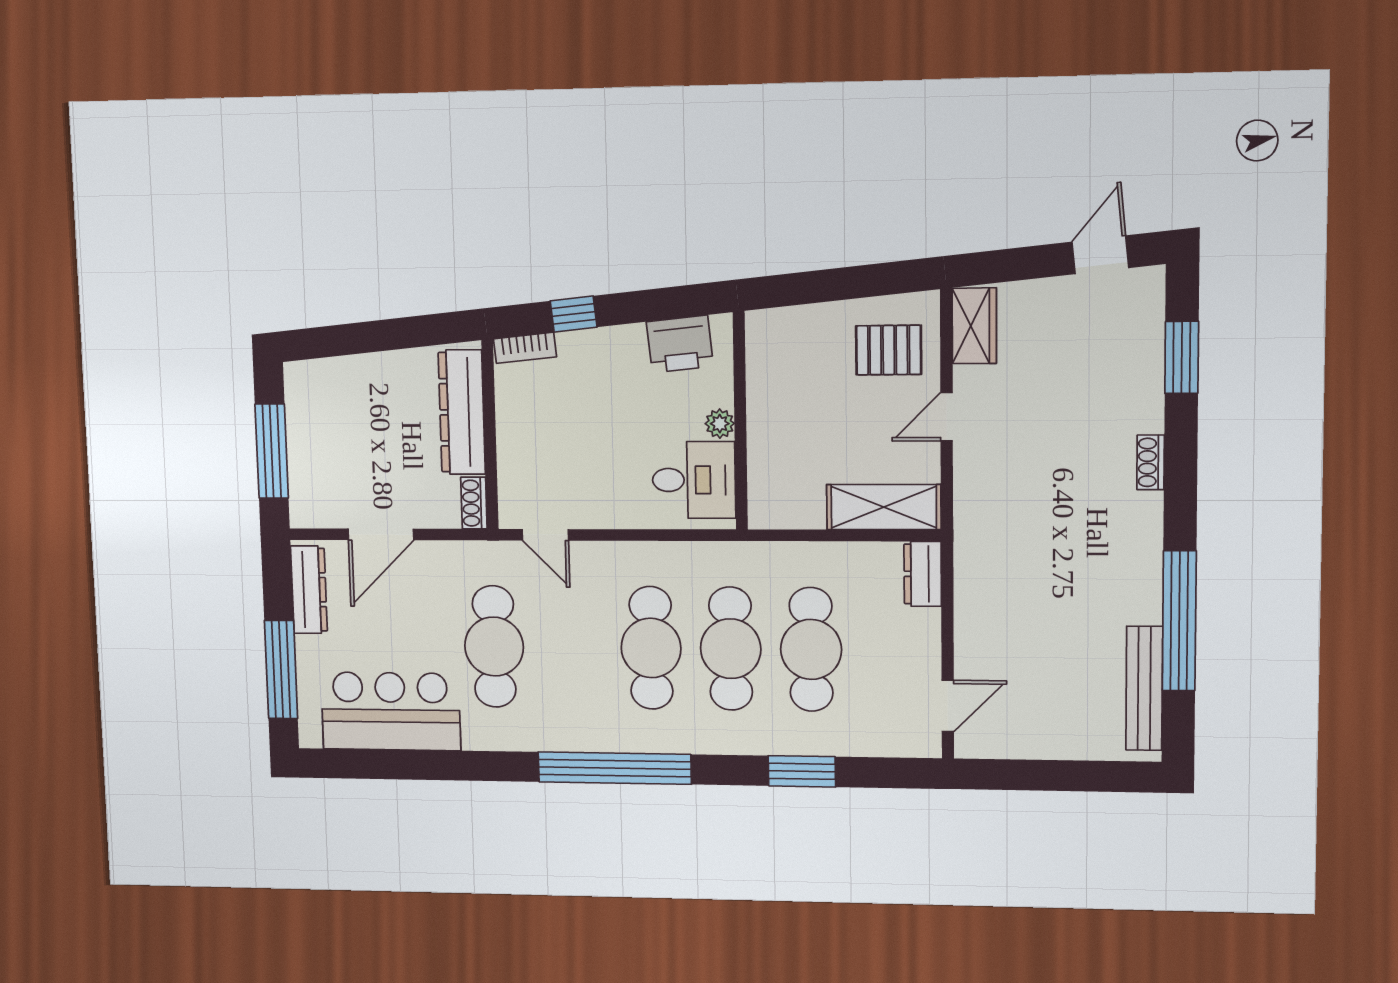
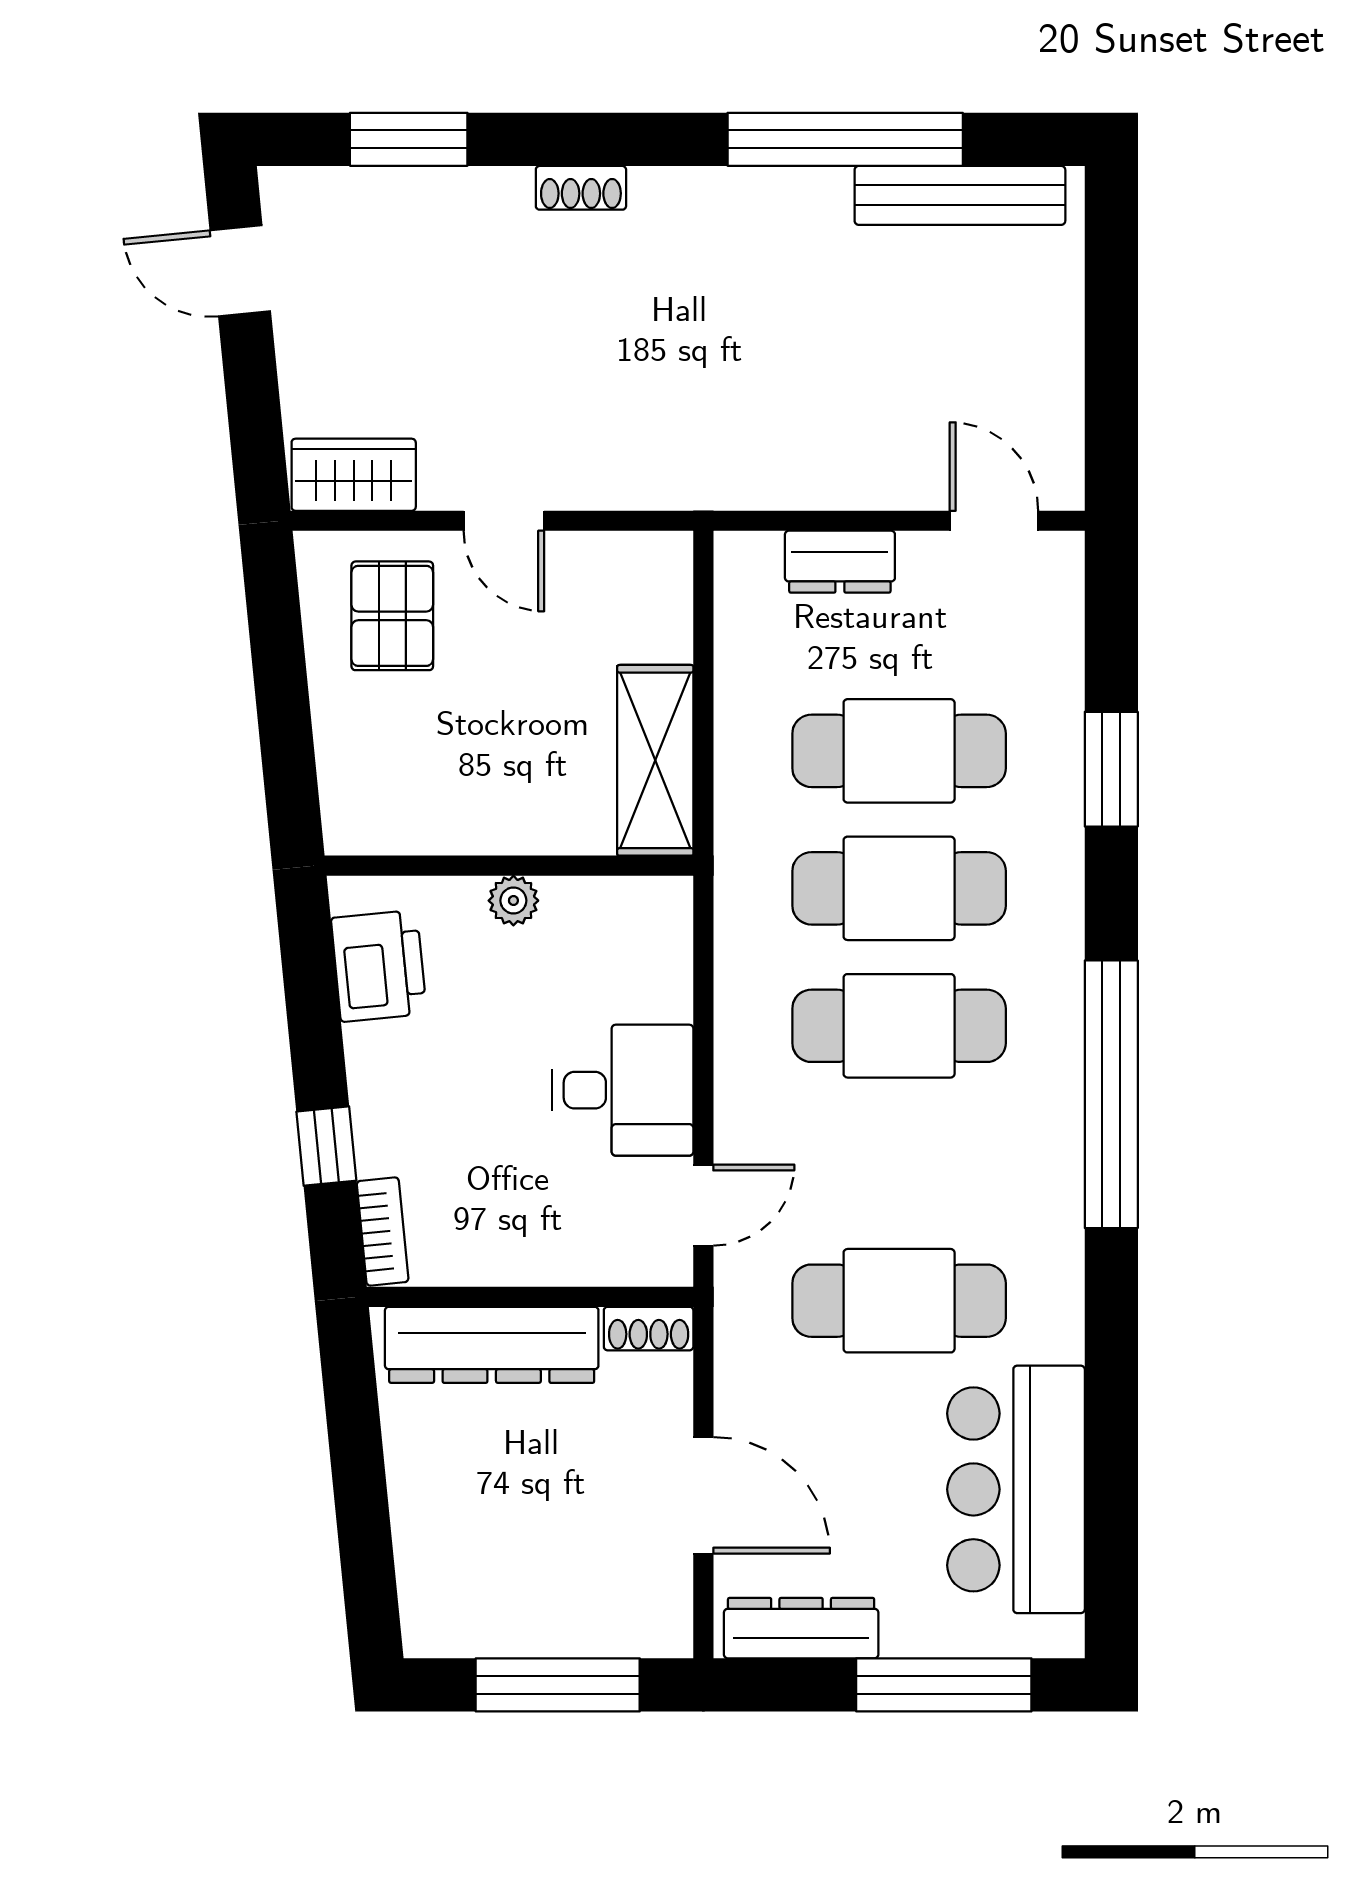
desk: (694, 480) -> (623, 1090), moved, turned 90
shelving: (884, 507) -> (655, 760), moved
dresser: (923, 574) -> (840, 562), moved

